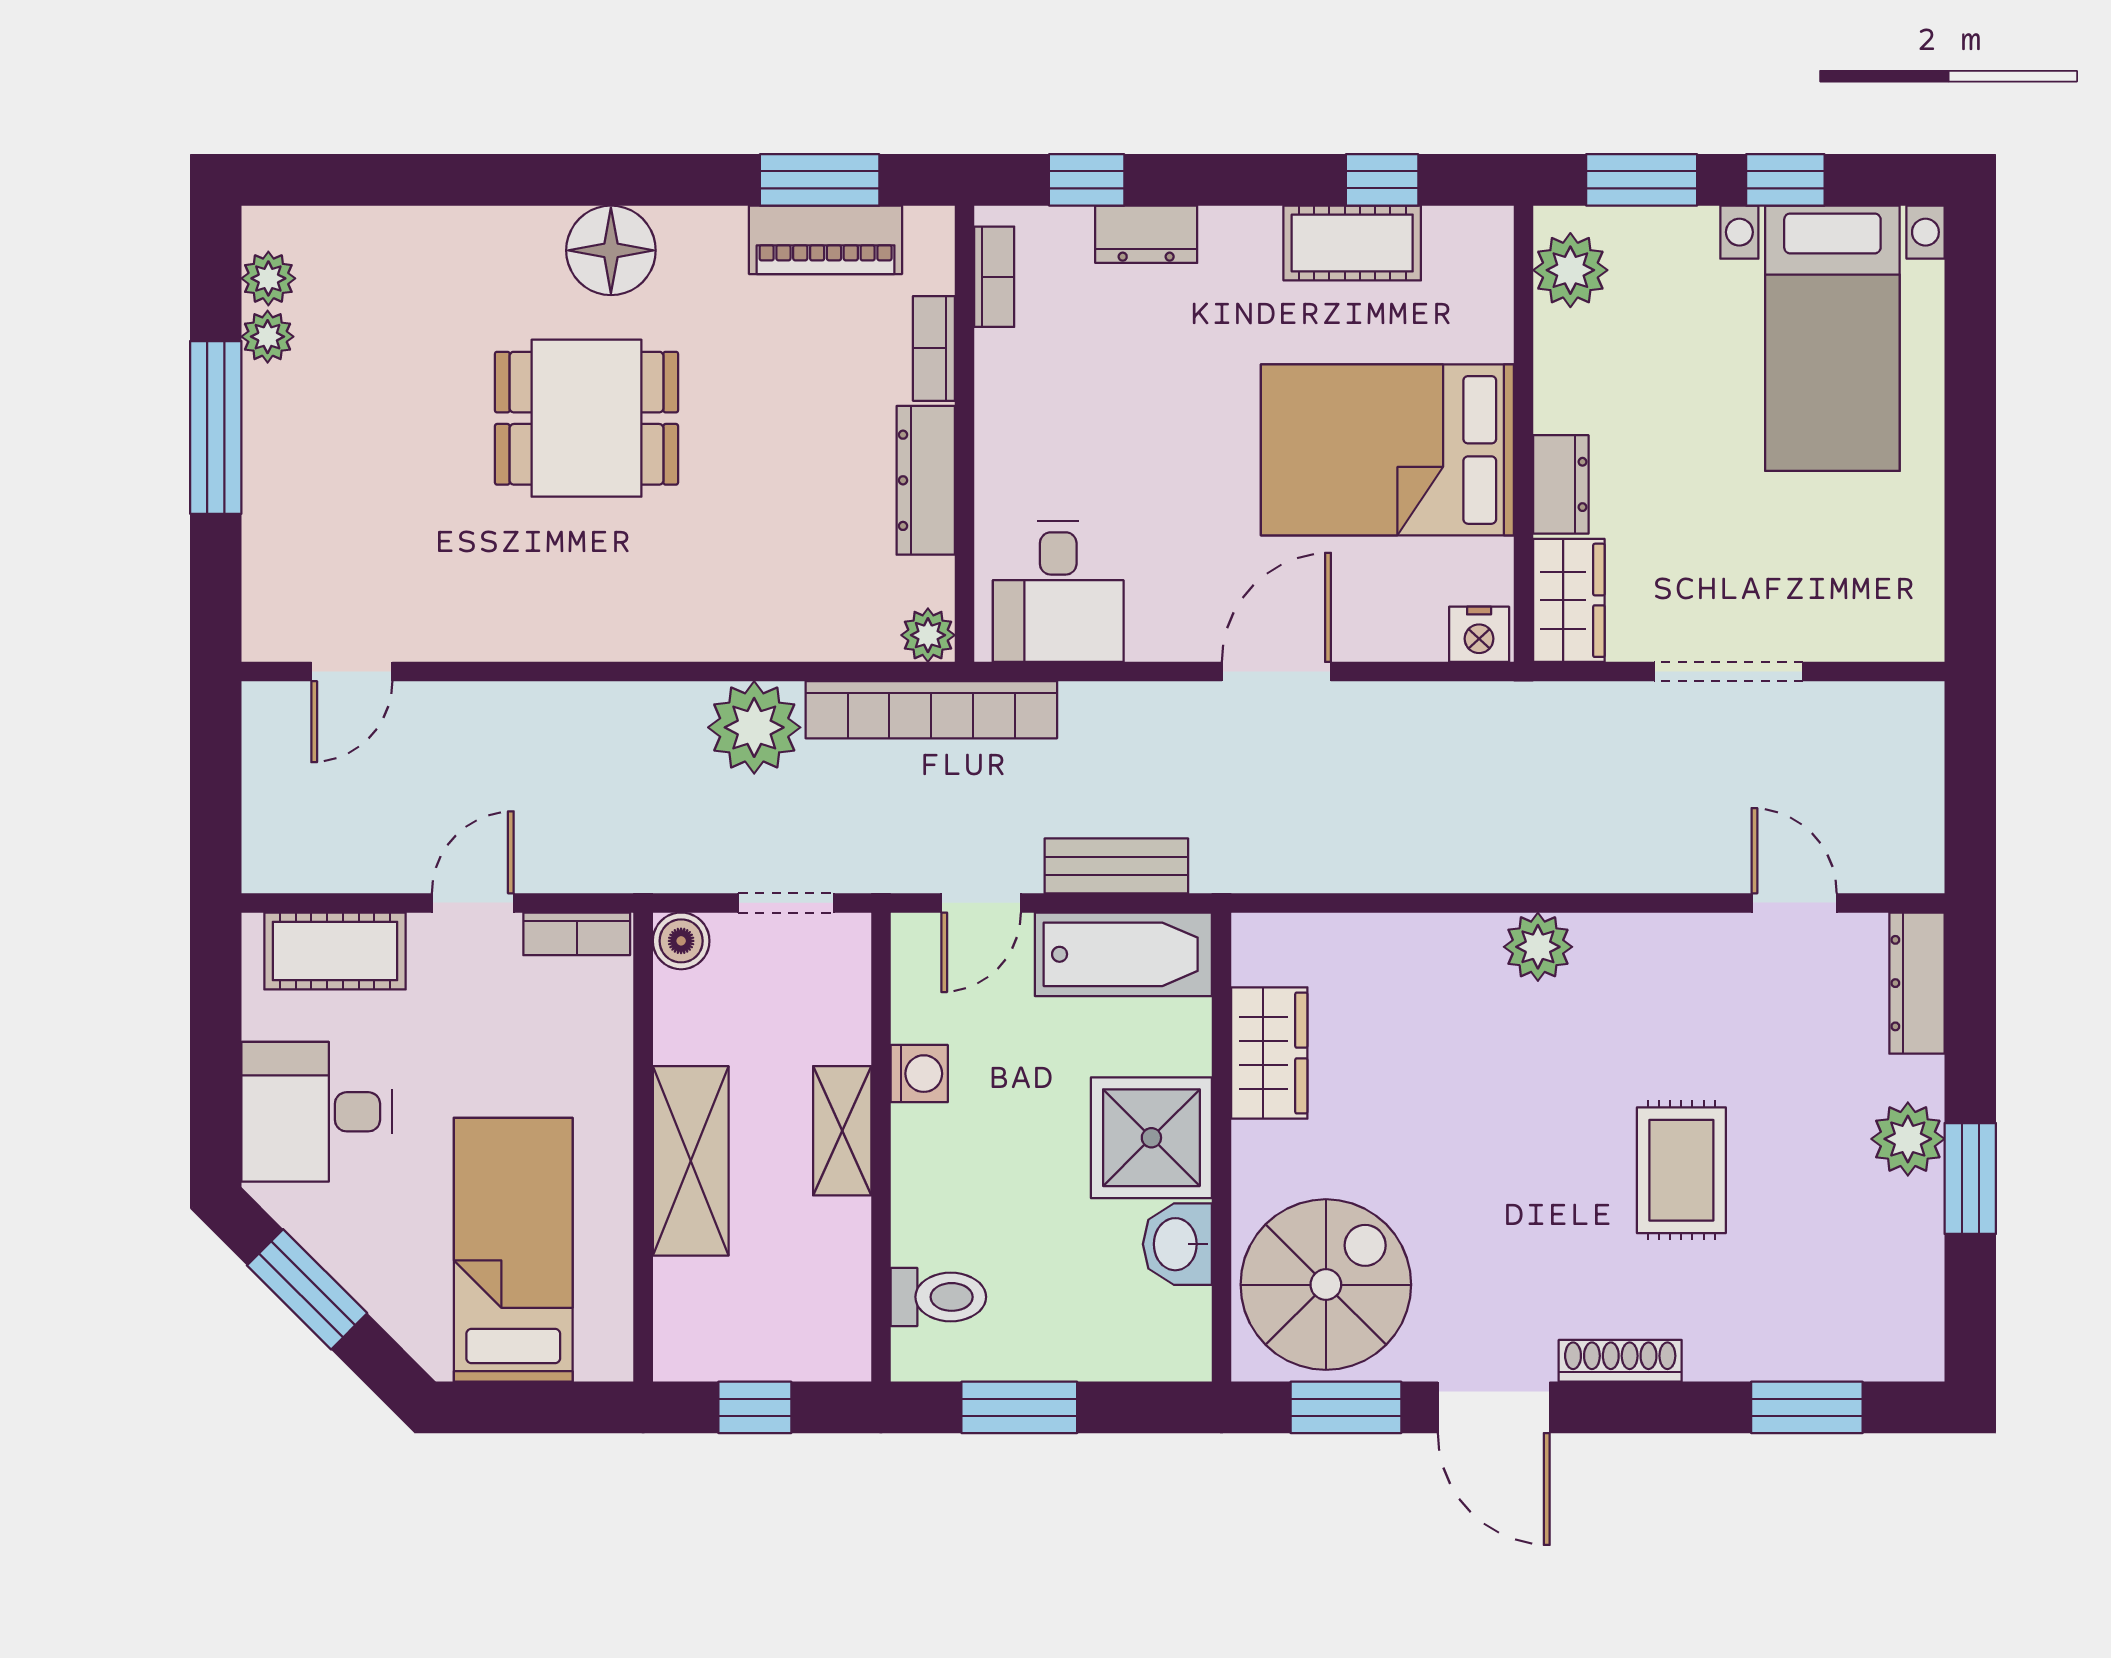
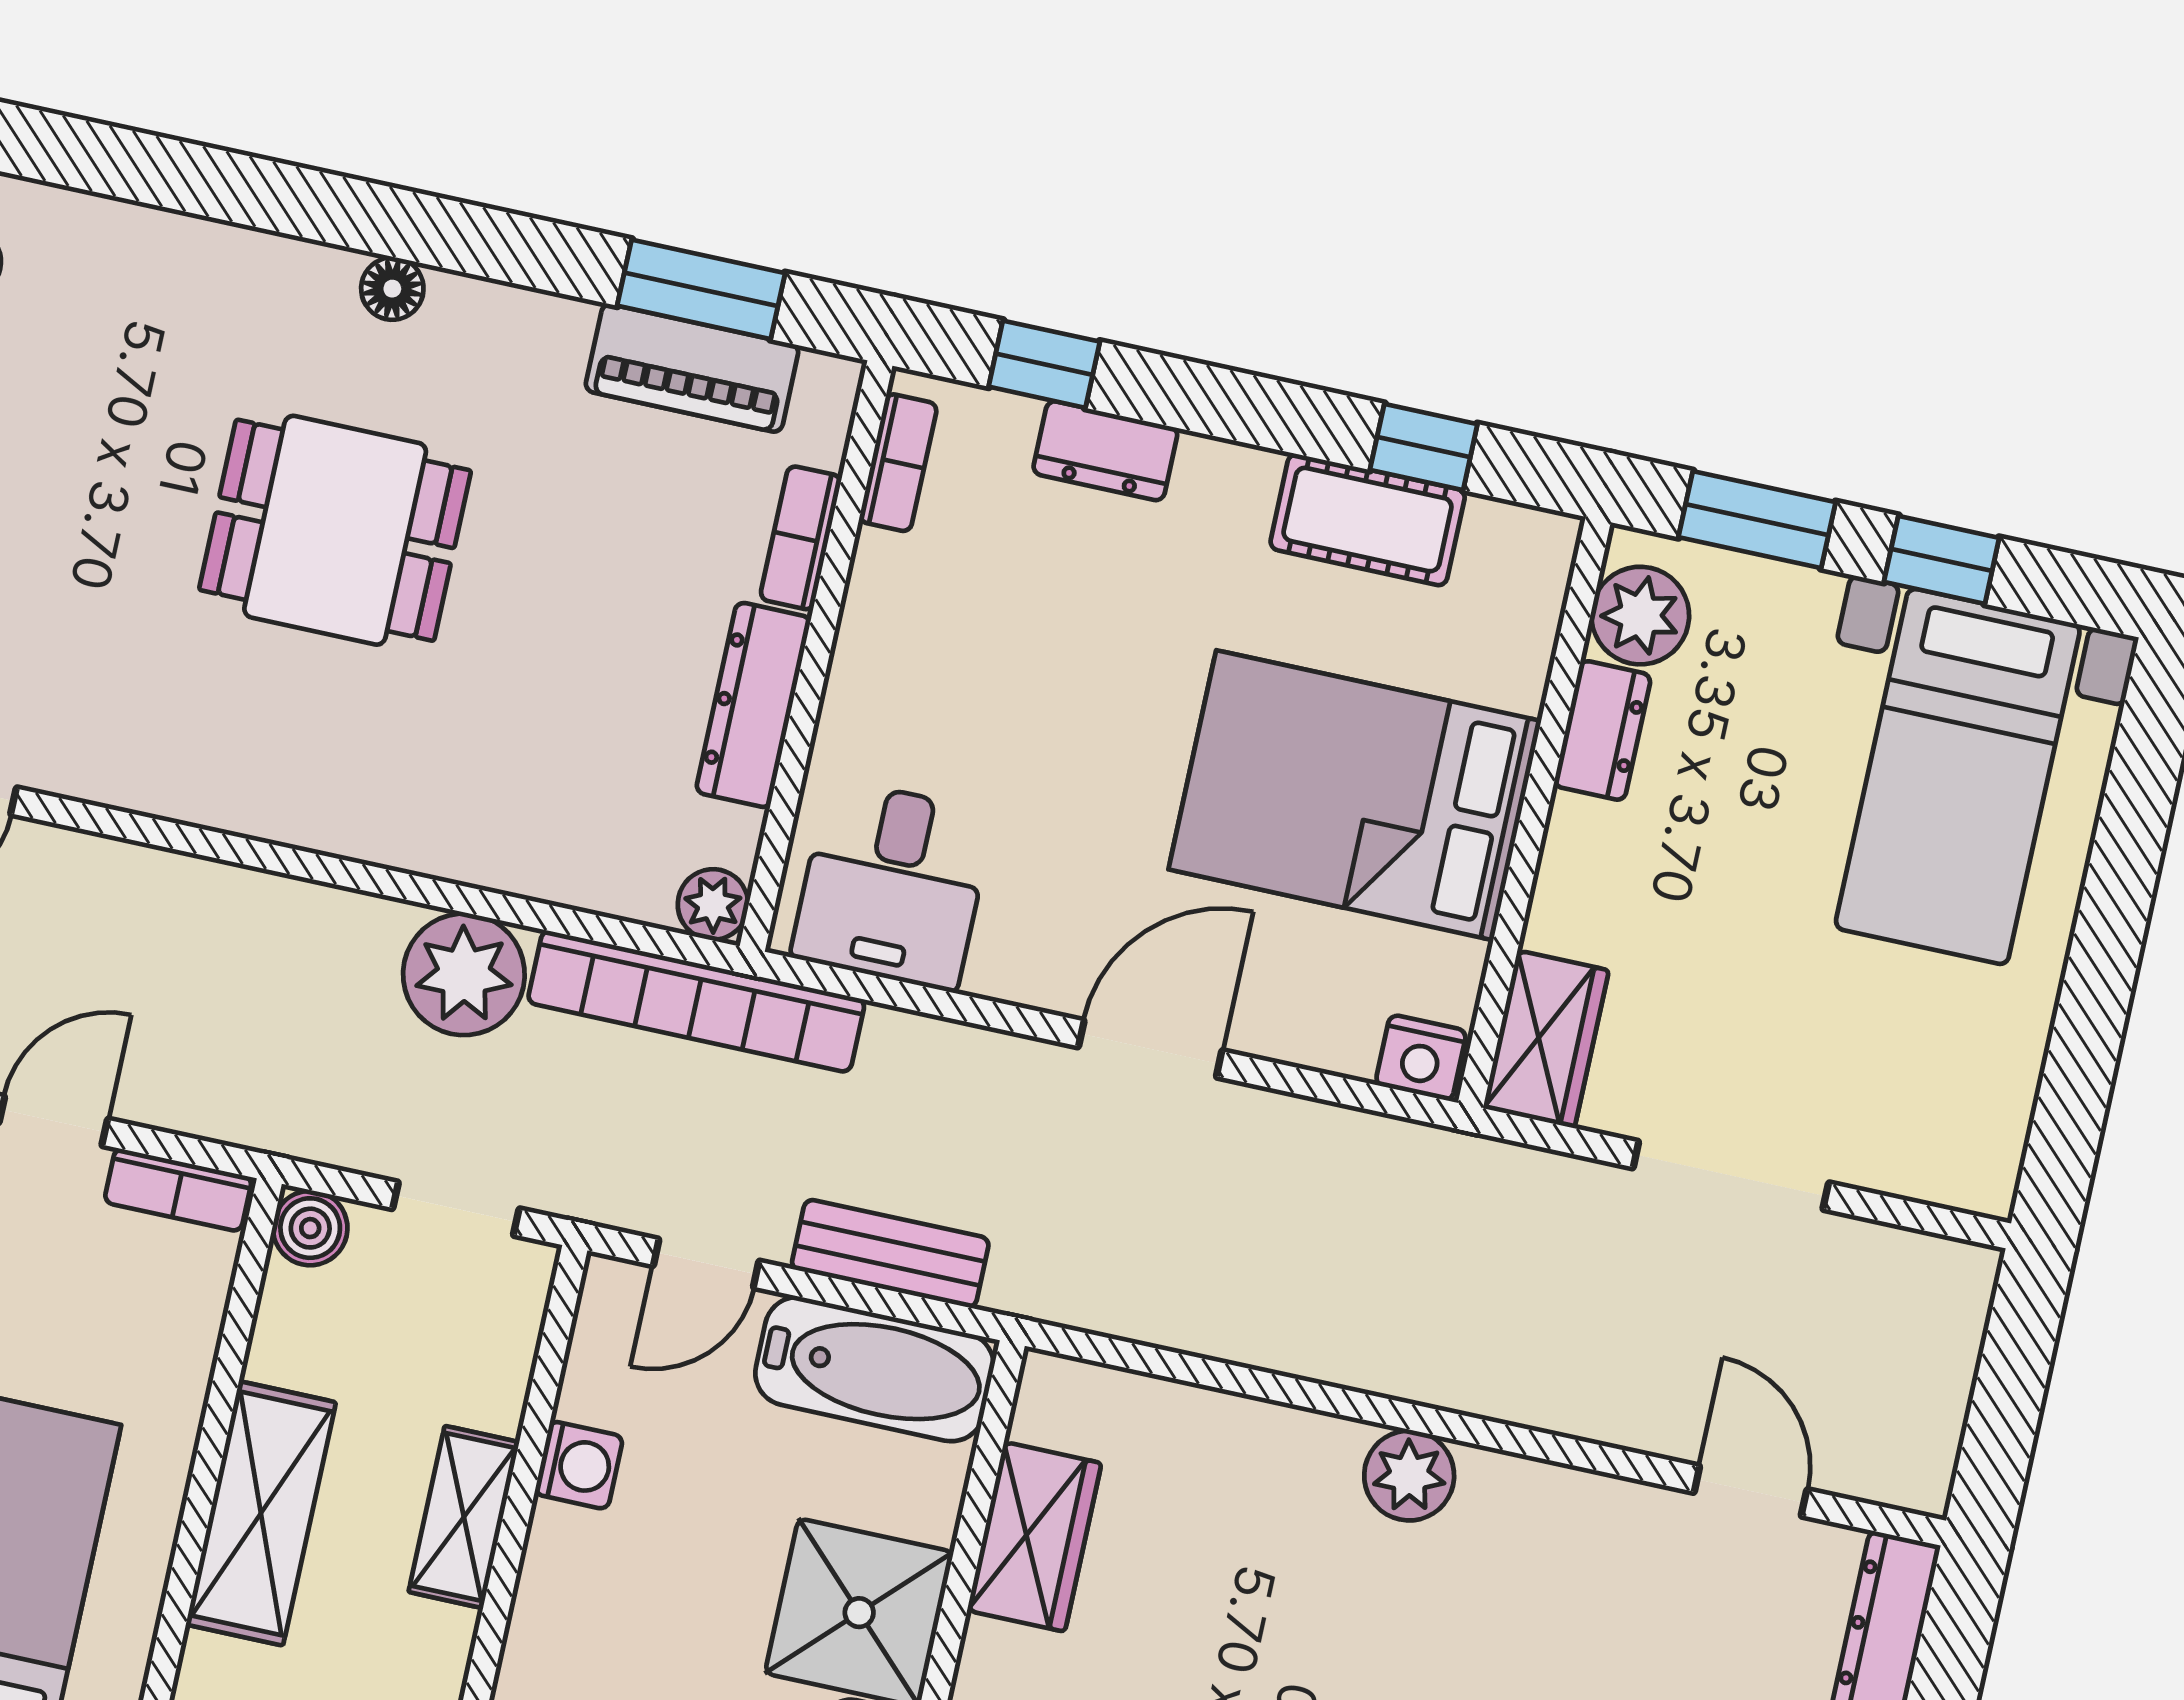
floor lamp: (611, 250) -> (392, 289), width x0.53, depth x0.53
dresser: (1561, 484) -> (1602, 730), moved

